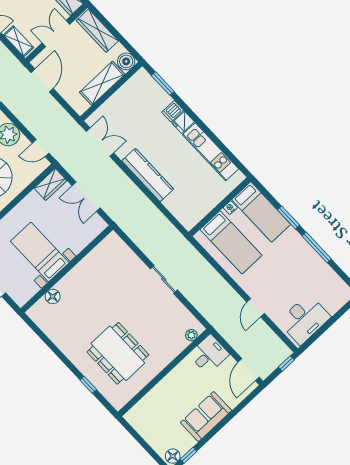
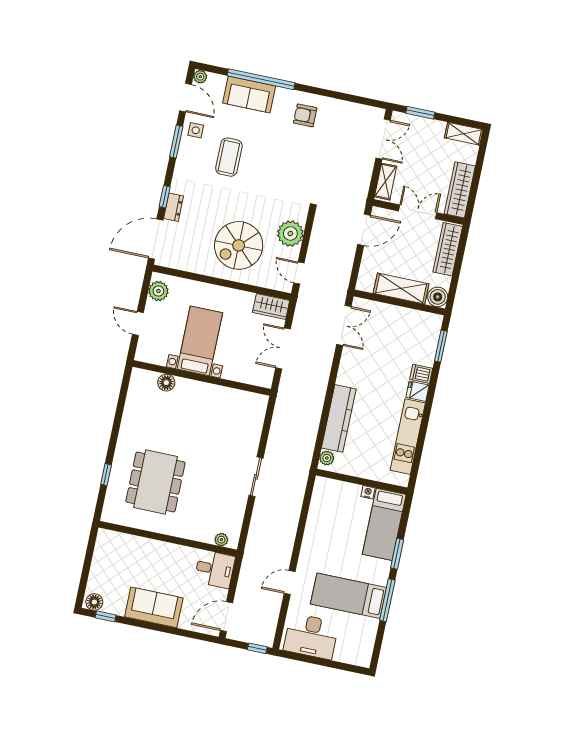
kitchen counter: (148, 175) -> (339, 418), moved
plant: (186, 220) -> (327, 458), added
bed: (231, 242) -> (348, 596), moved, turned 90

